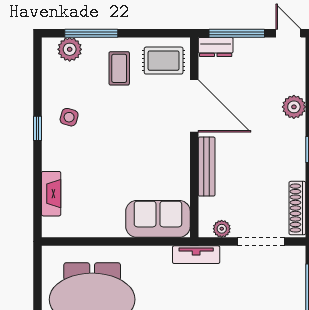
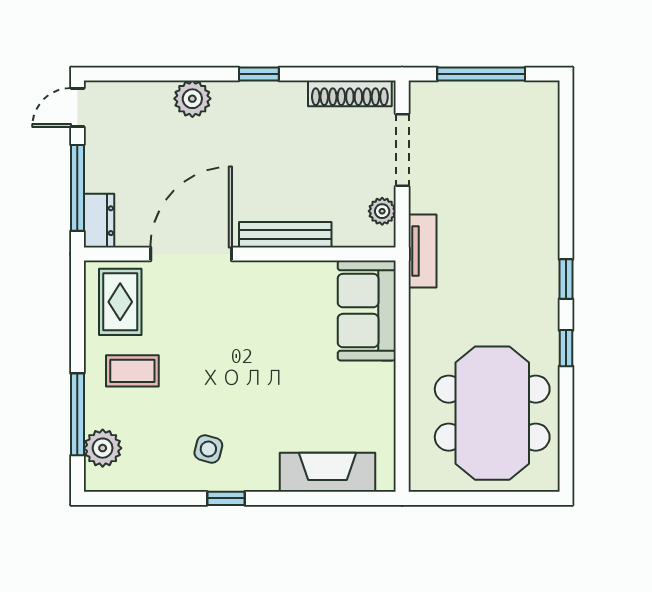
fireplace: (51, 194) -> (327, 472), width x1.37, depth x1.32

